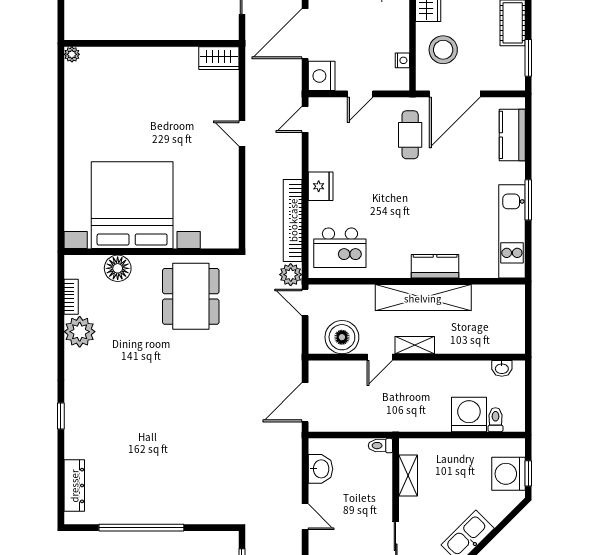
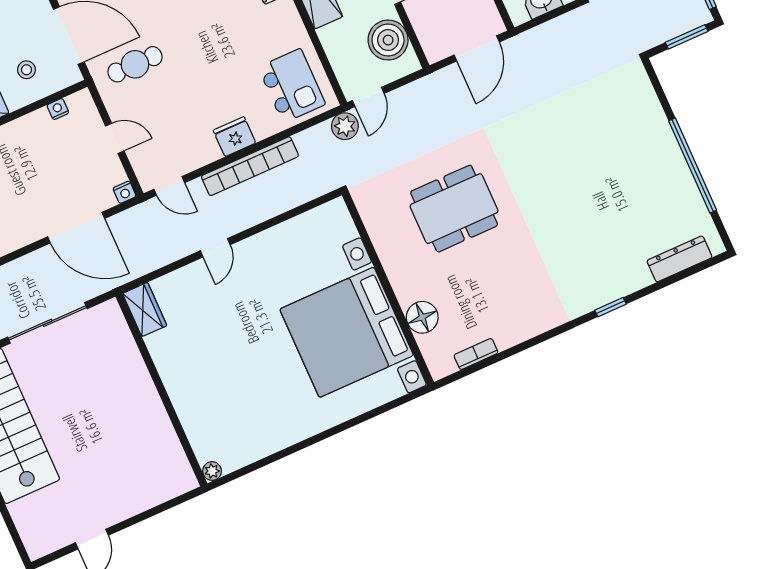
stool: (443, 50) -> (27, 70), width x0.53, depth x0.53
nightstand: (322, 76) -> (125, 192), width x0.53, depth x0.56
bookcase: (293, 220) -> (250, 166), moved
dining table: (191, 296) -> (454, 209), moved
plant: (80, 332) -> (510, 328), removed
door: (305, 402) -> (477, 48), hinge flipped

